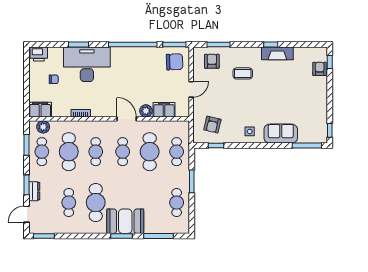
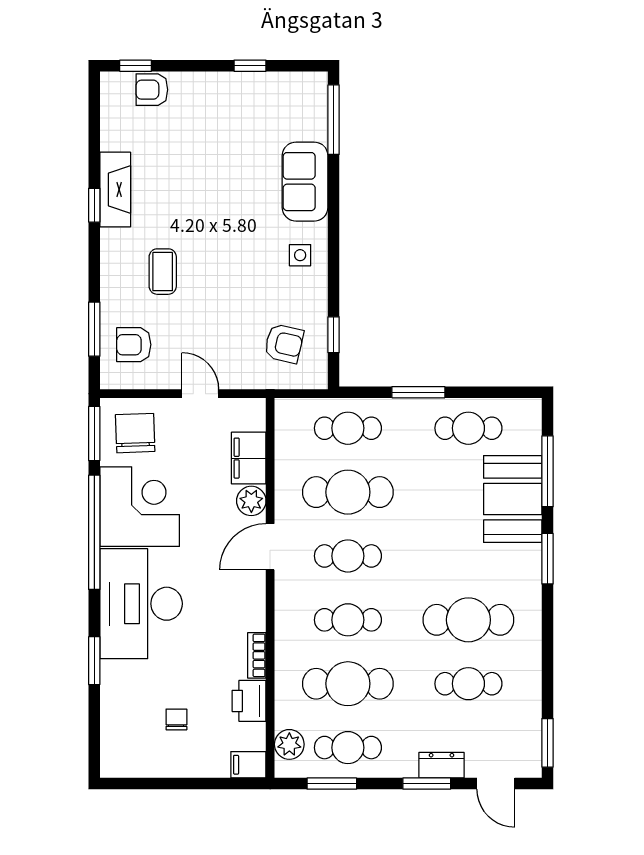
printer: (39, 54) -> (249, 701), moved, turned 180
desk: (87, 64) -> (141, 604), moved
corner desk: (143, 64) -> (140, 507), added
filing cabinet: (40, 110) -> (248, 765), width x0.50
window: (330, 130) -> (250, 66), moved
booth: (125, 221) -> (513, 499), moved

